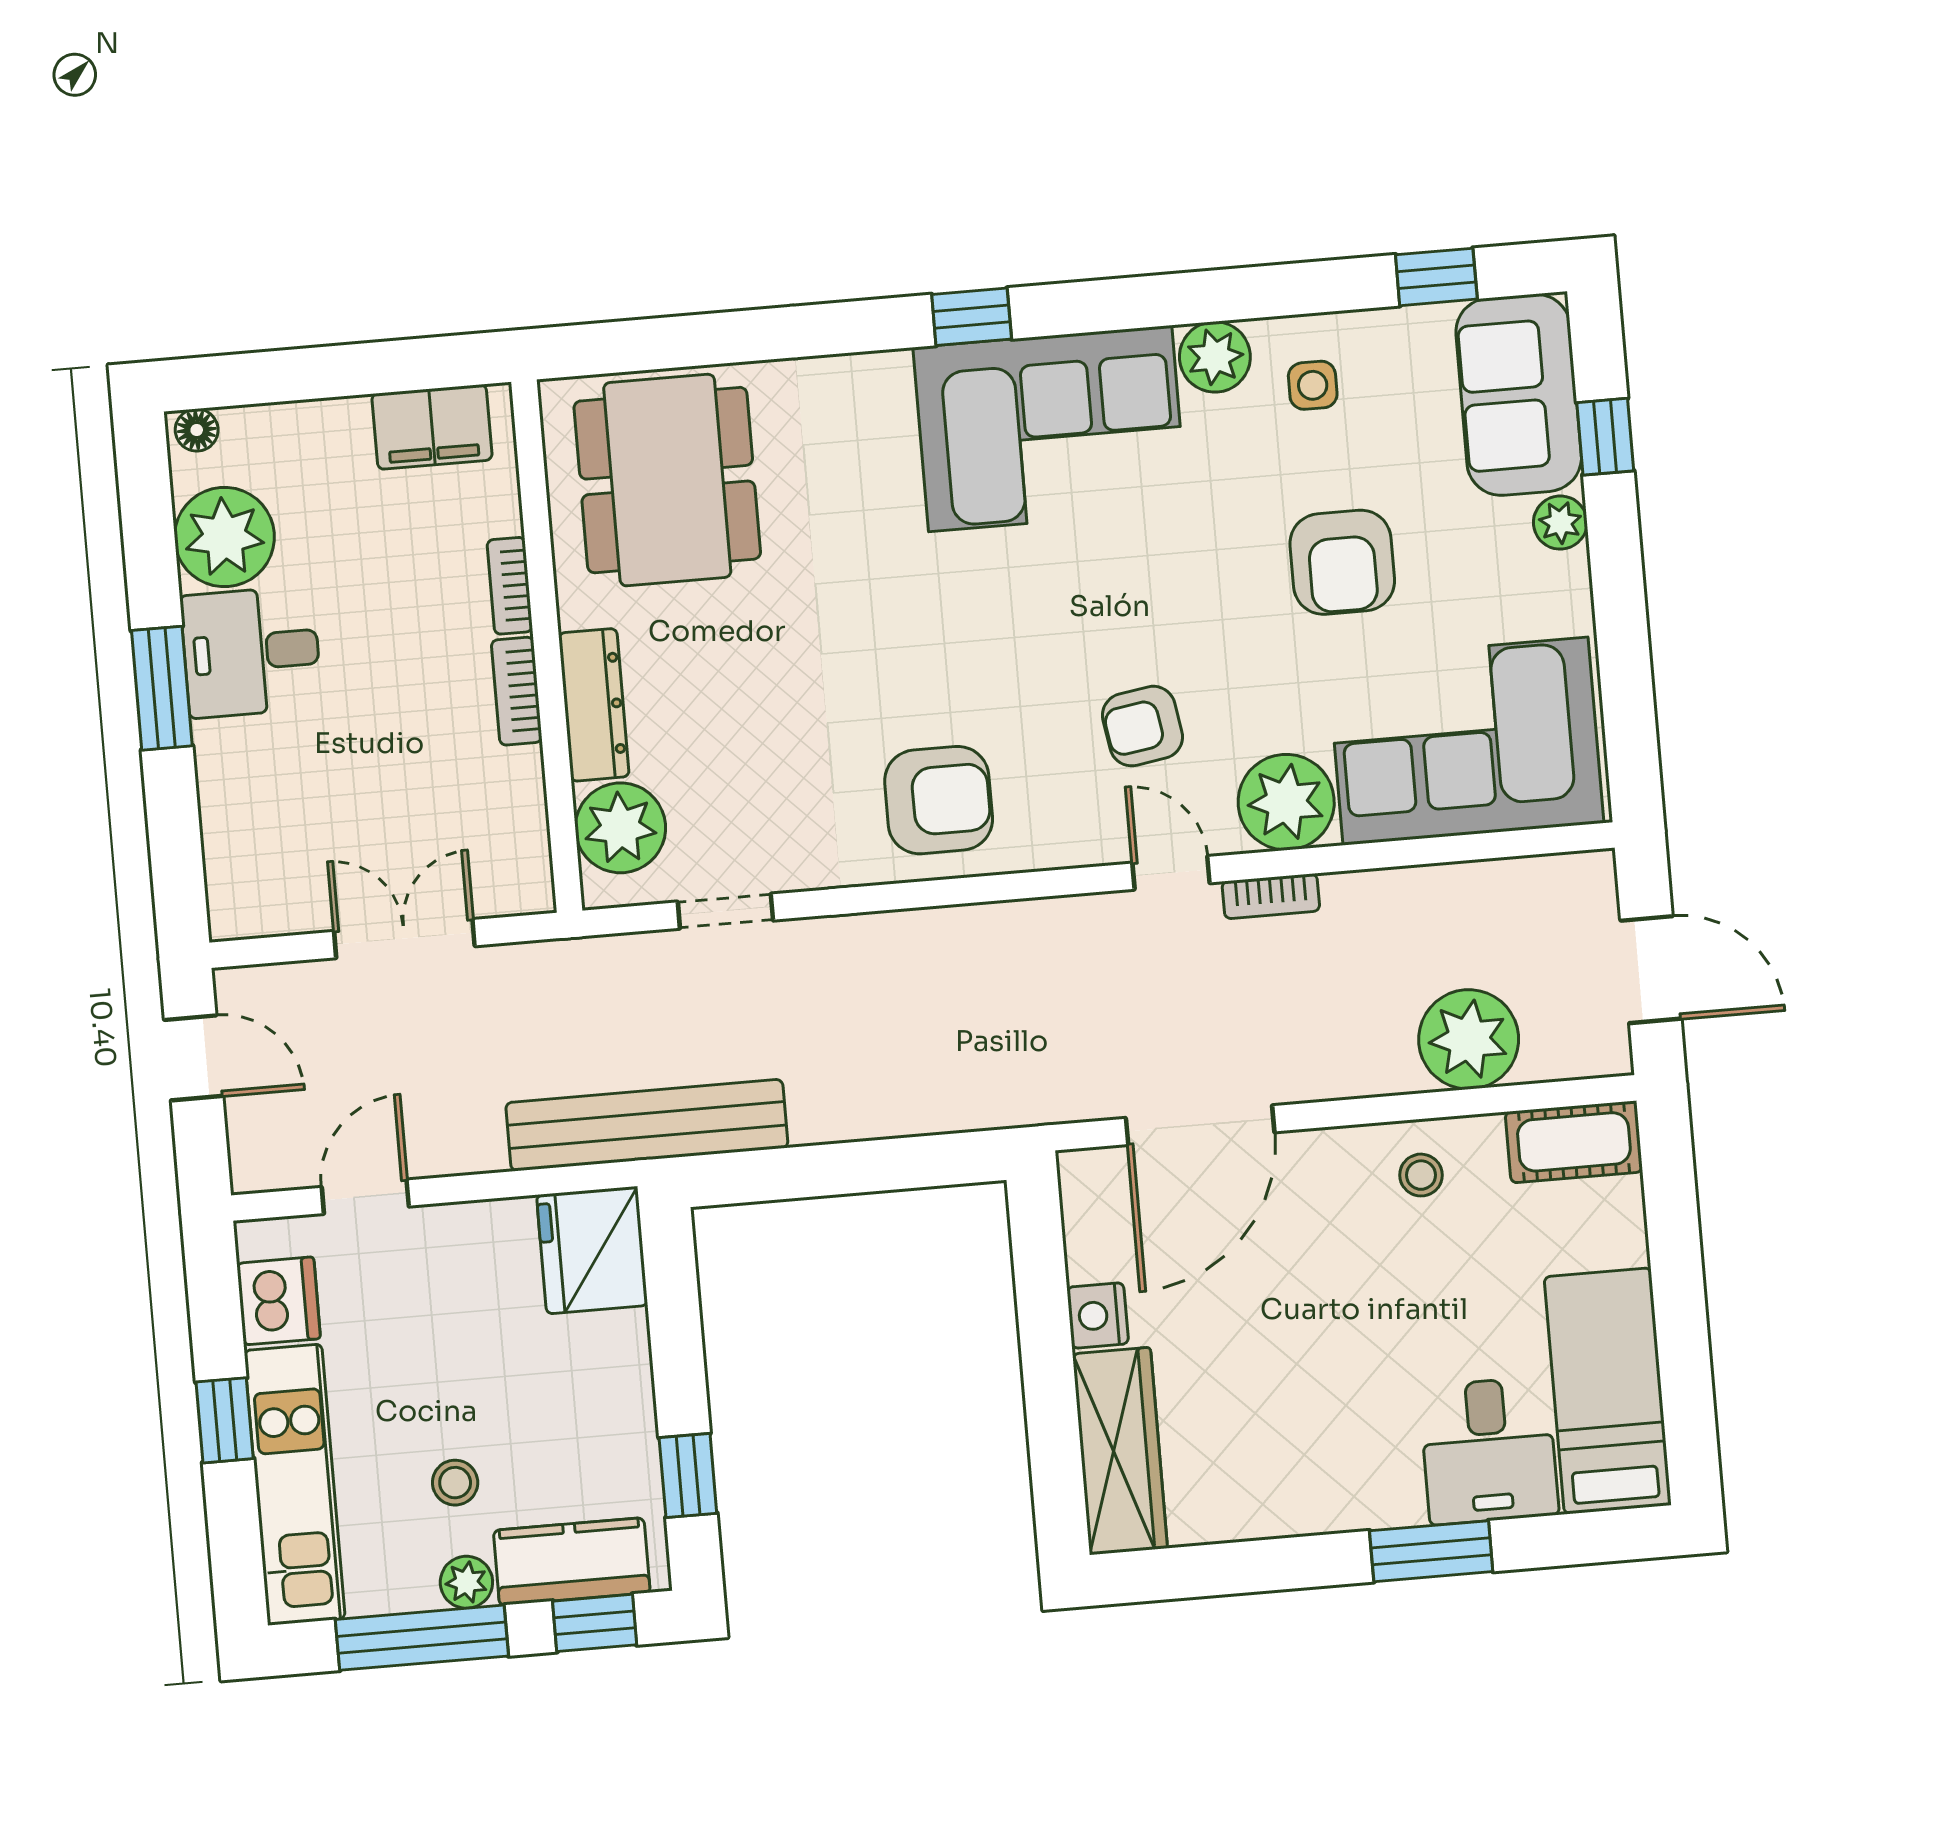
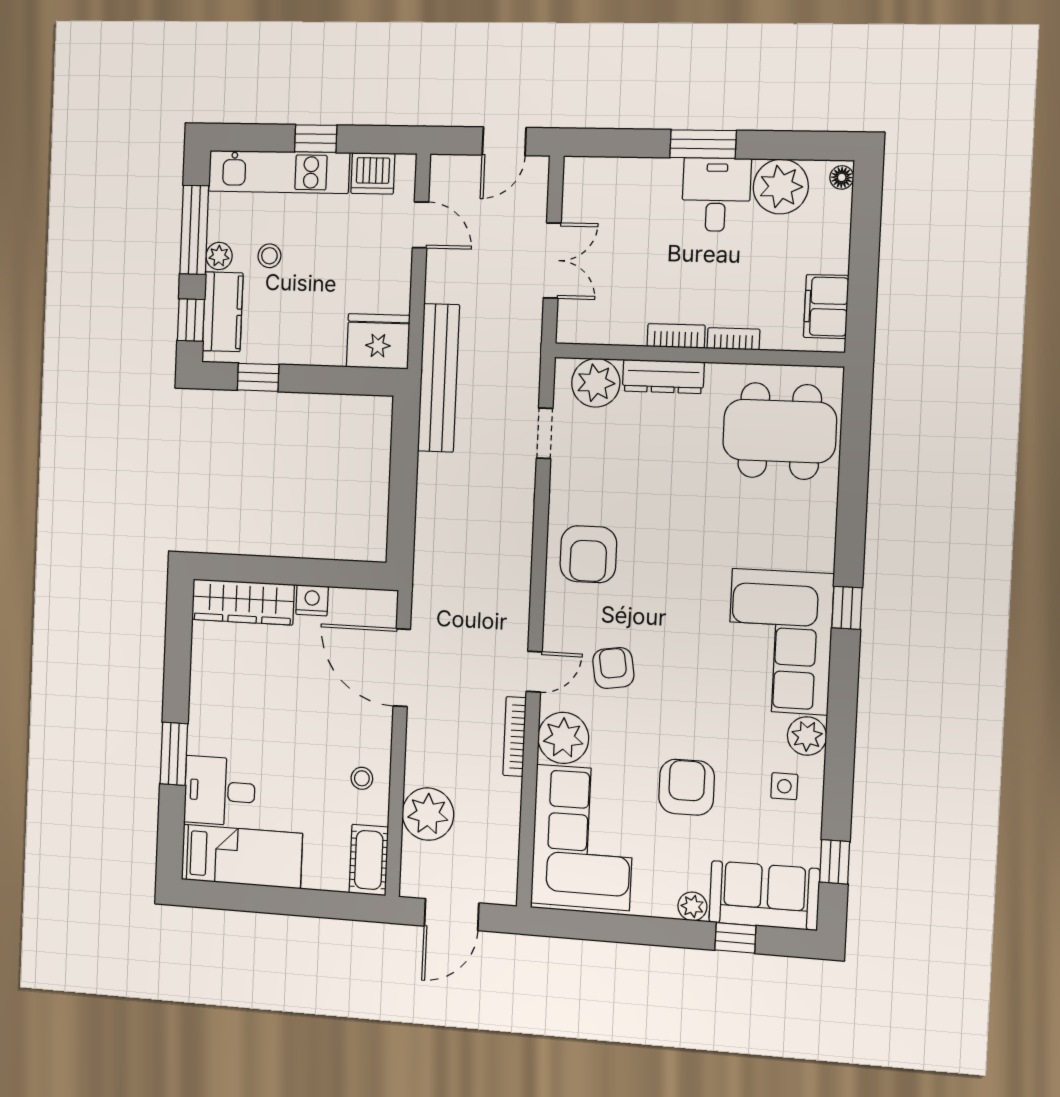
armchair: (1342, 562) -> (687, 787), turned 90
bookcase: (1271, 896) -> (515, 737), width x1.56

